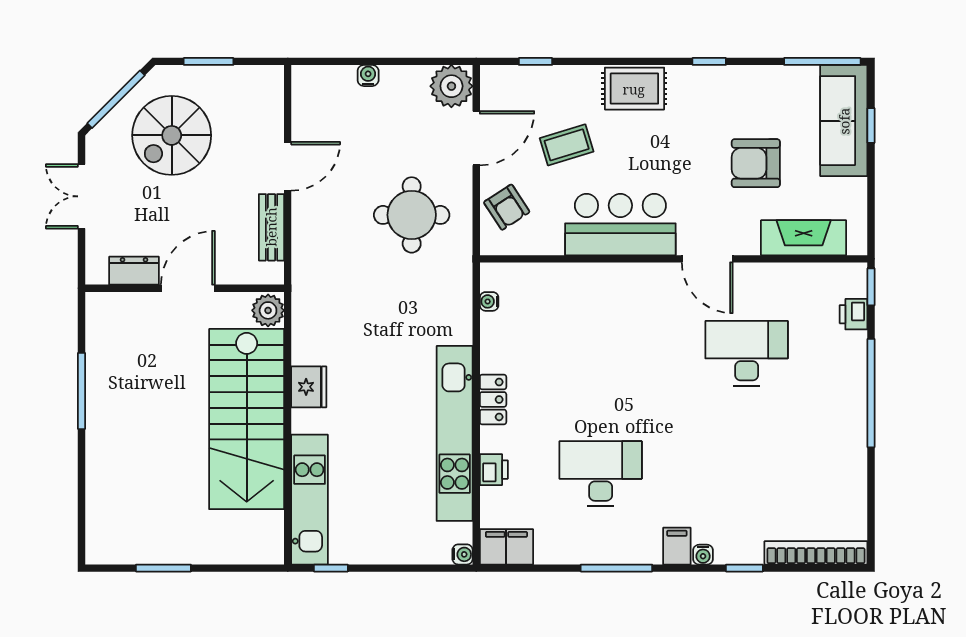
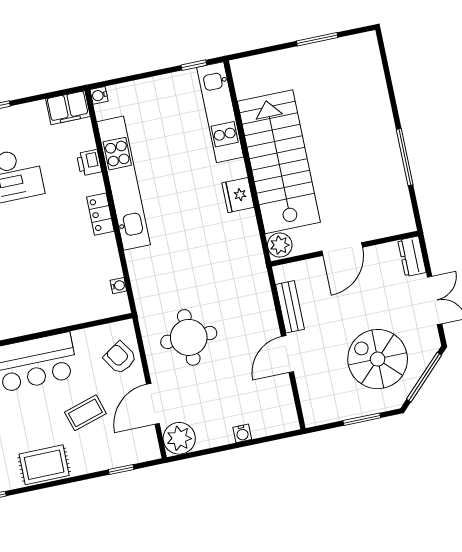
spiral stairs: (172, 135) -> (378, 359), turned -90
dresser: (134, 271) -> (412, 256), moved, turned 90

